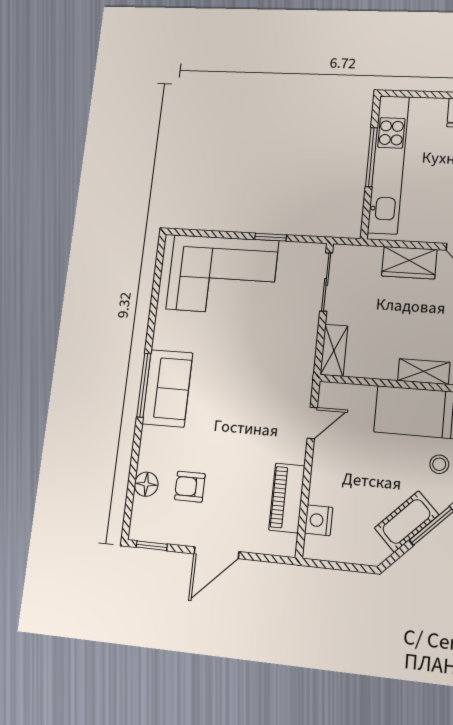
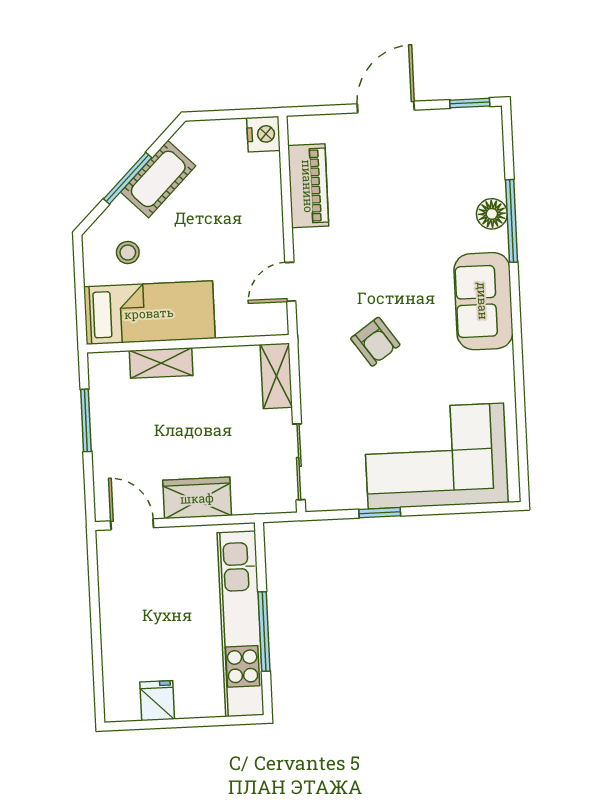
window: (144, 385) -> (512, 221), moved
floor lamp: (146, 484) -> (492, 214), moved
armchair: (190, 487) -> (375, 342), moved, turned 55
nightstand: (319, 520) -> (263, 134), moved

